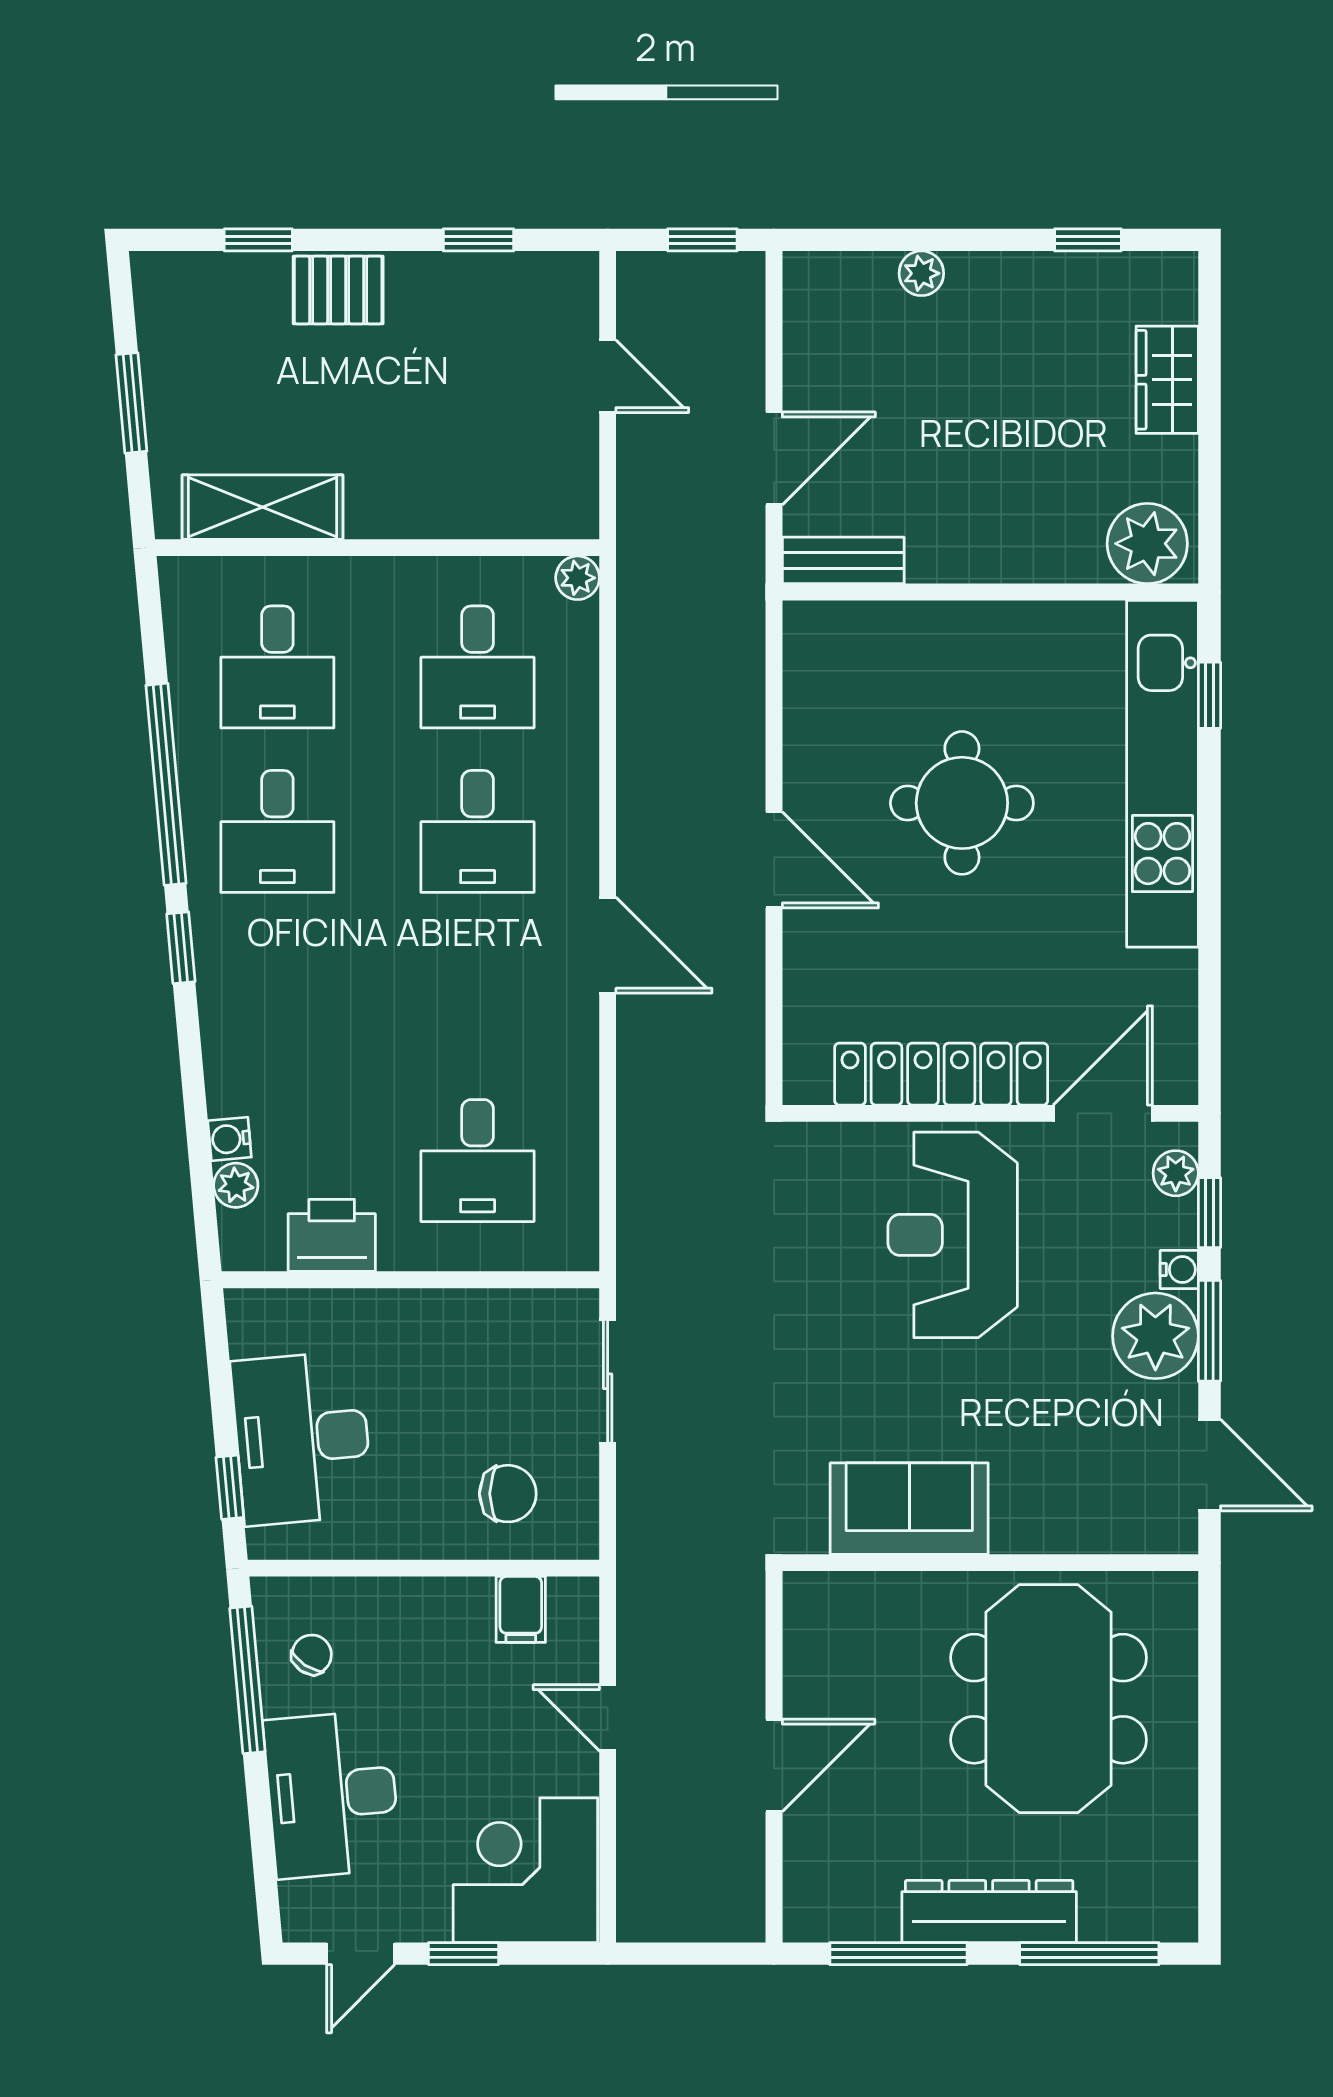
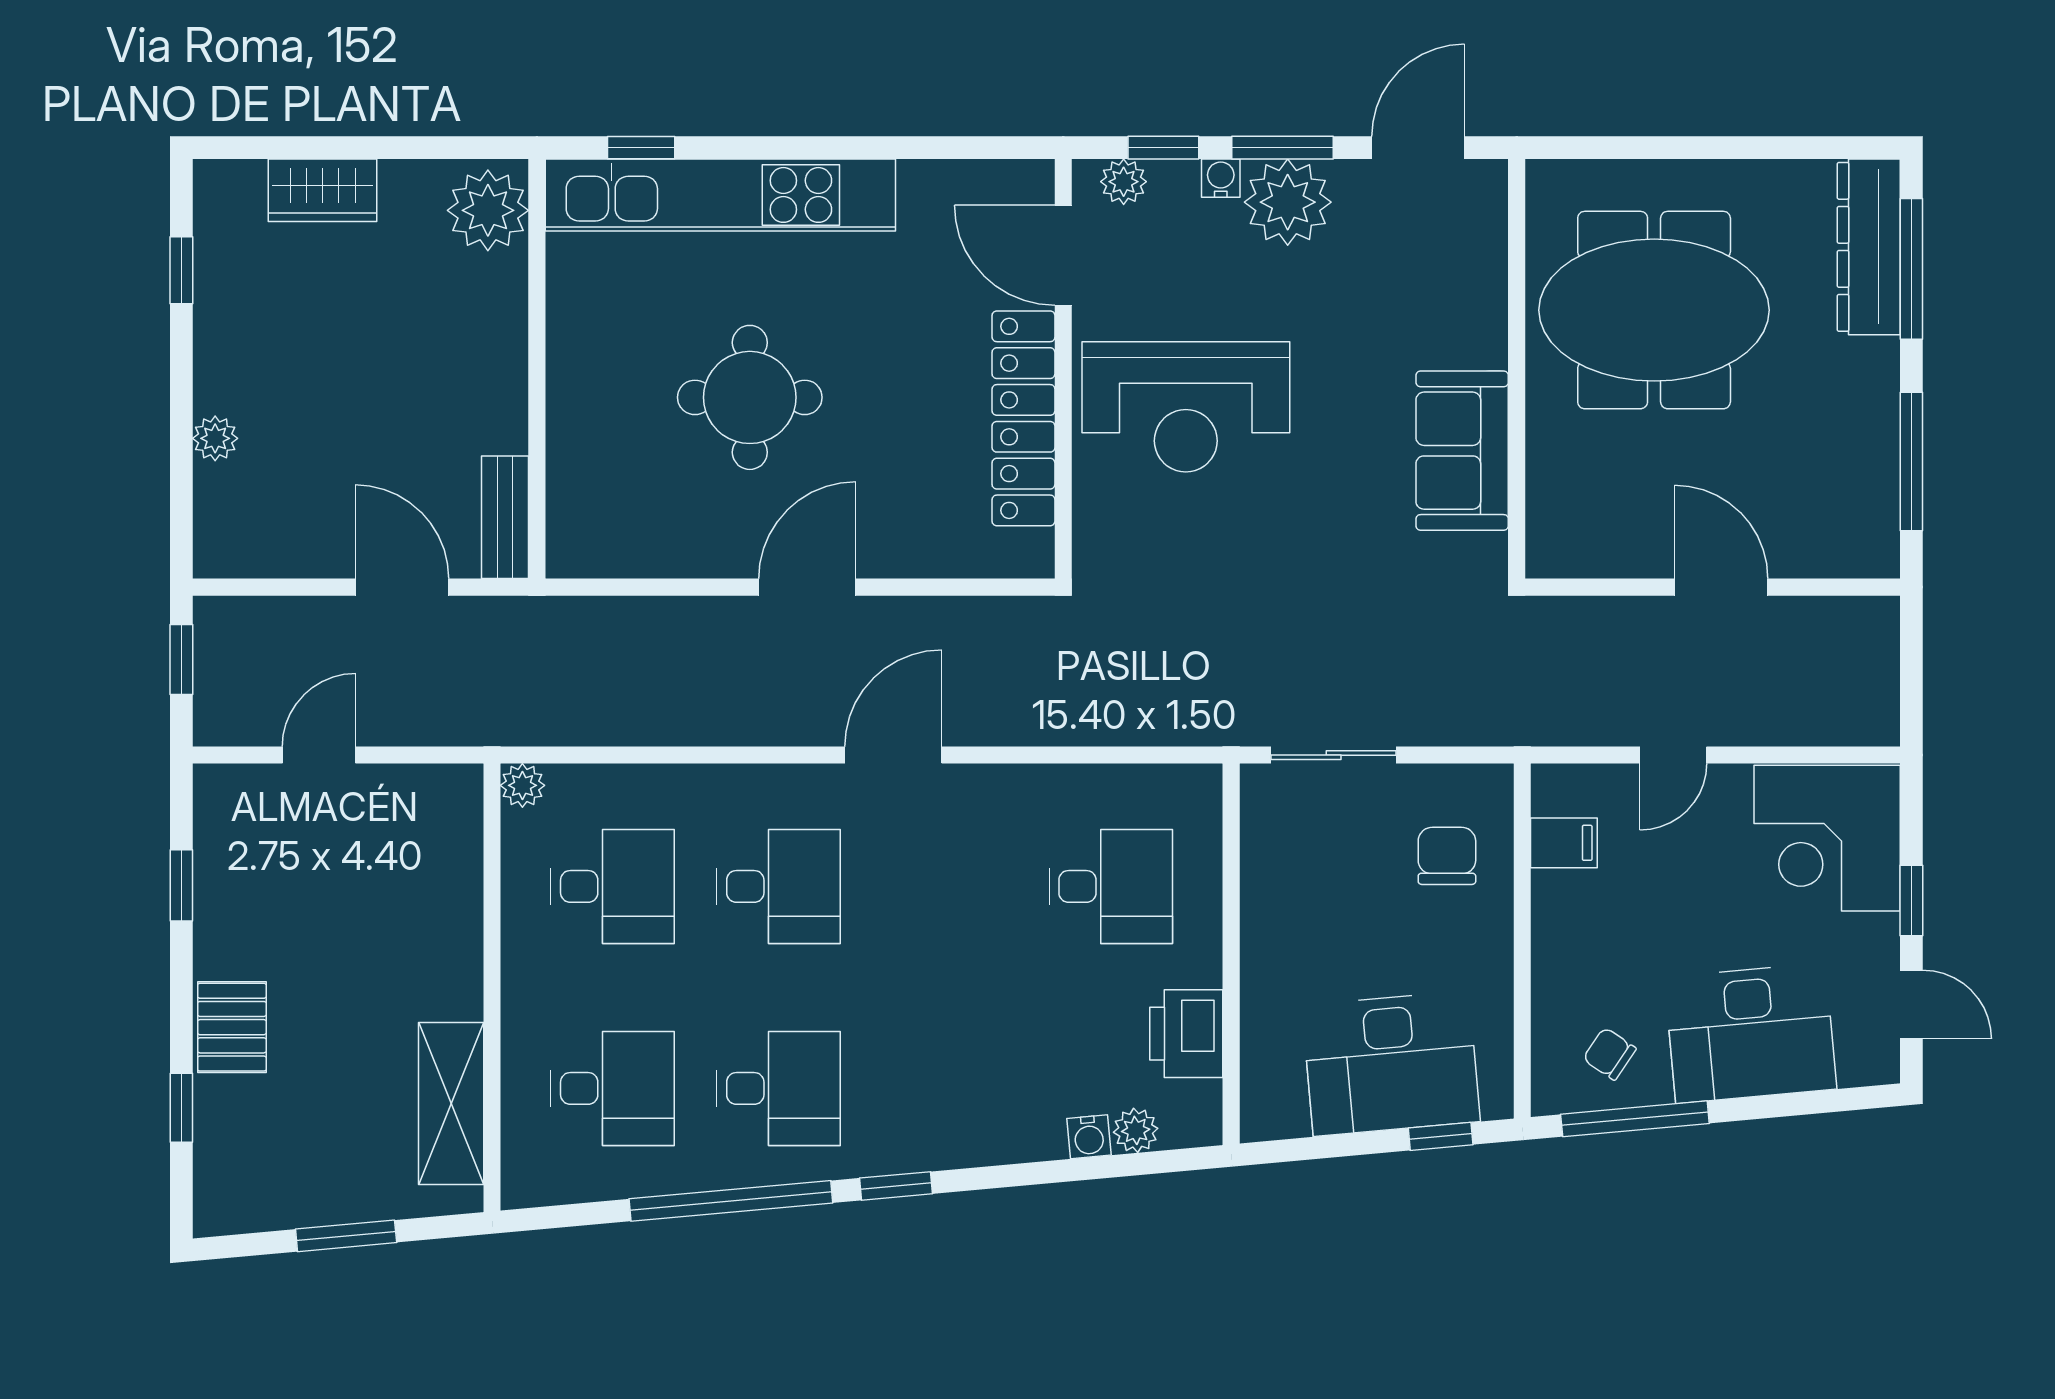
dresser: (989, 1911) -> (1869, 247), moved

